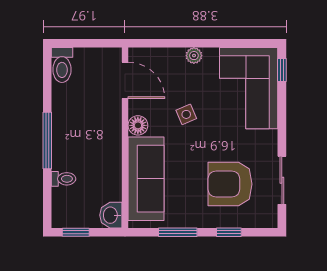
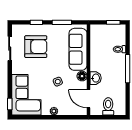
toilet: (62, 65) -> (108, 106), moved
washbasin: (111, 215) -> (96, 78), moved

